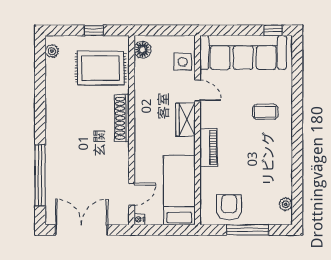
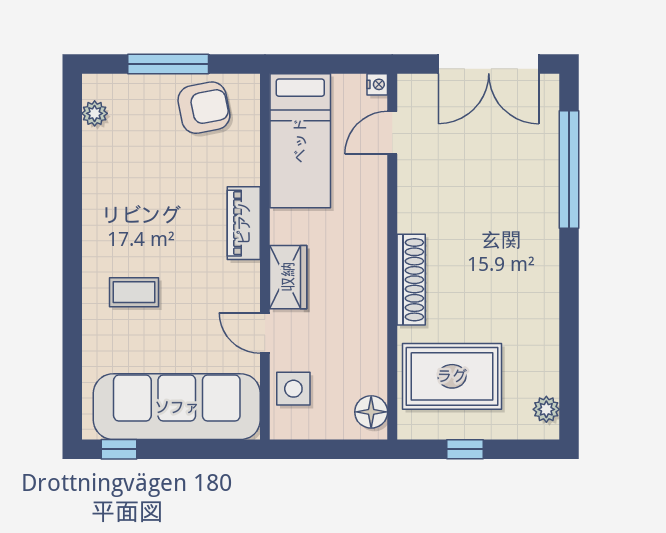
armchair: (229, 207) -> (204, 108), turned -101

